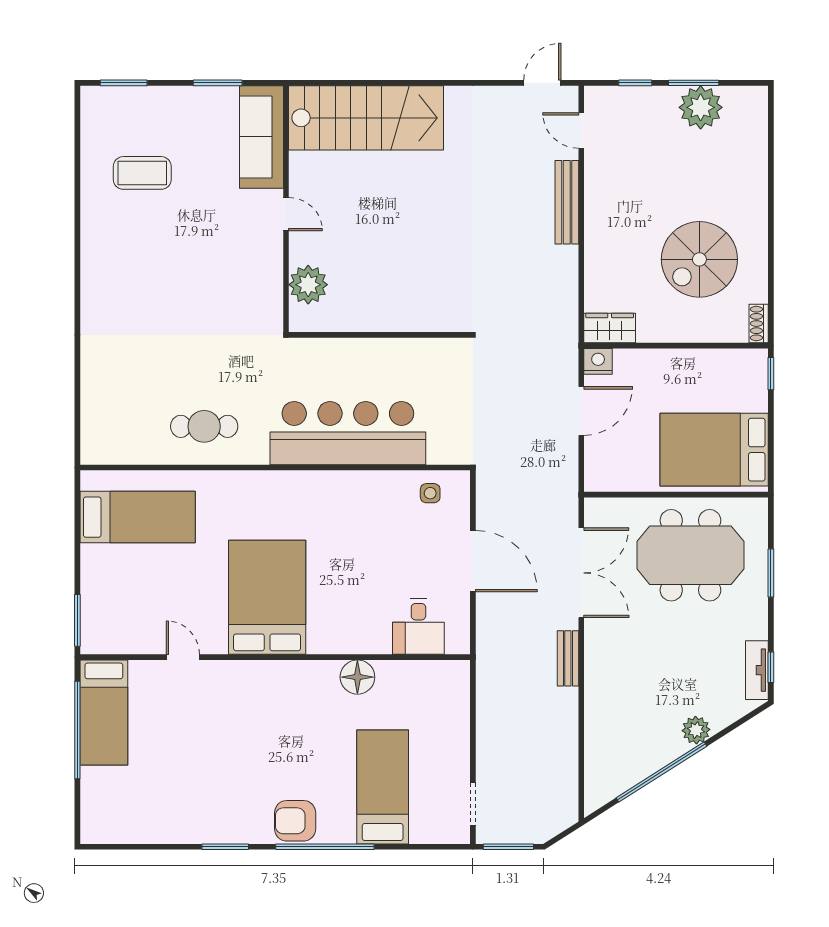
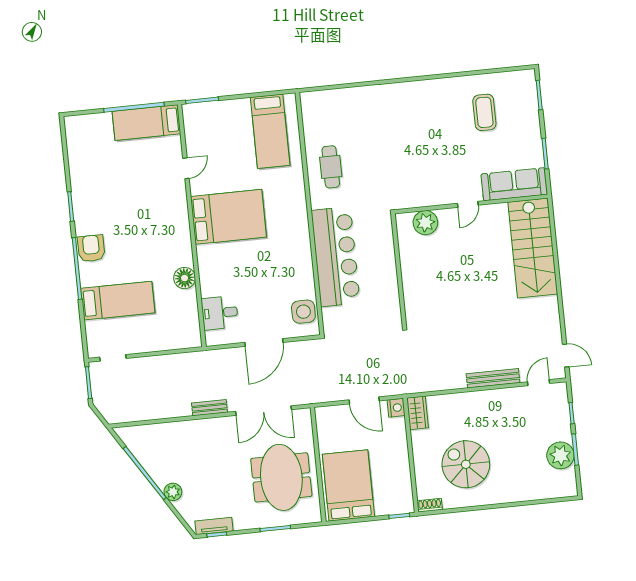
side table: (430, 493) -> (303, 312), width x1.87, depth x1.87

